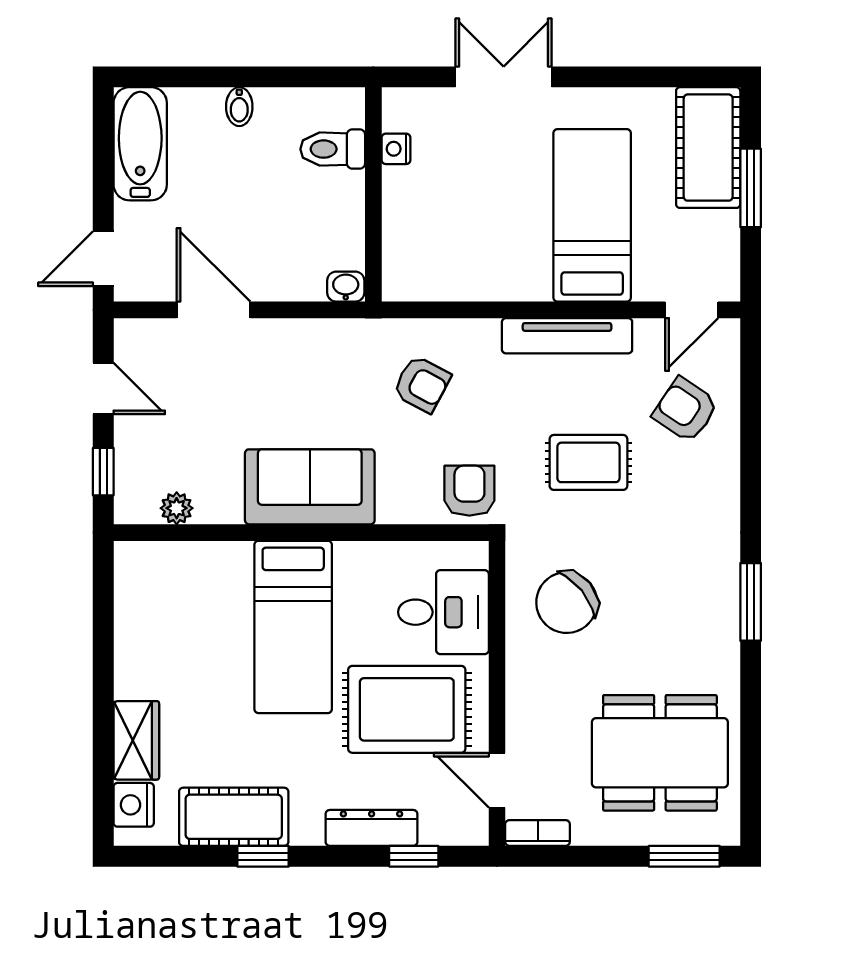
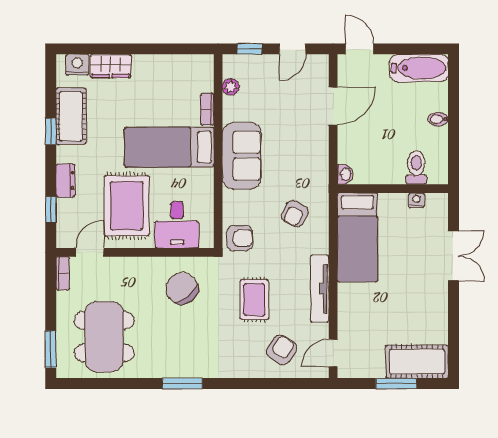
bed: (592, 215) -> (357, 237), moved, turned 90
door: (692, 310) -> (333, 353), hinge flipped
bookcase: (220, 553) -> (207, 109), added
dresser: (372, 828) -> (65, 180), width x0.70

